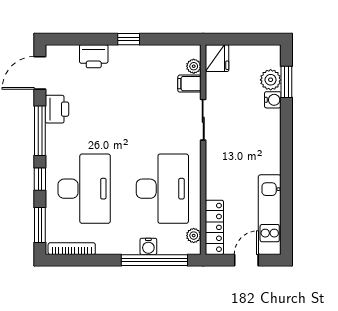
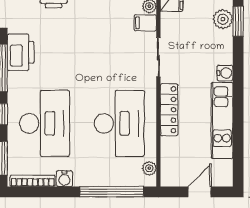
water cooler: (273, 100) -> (225, 73), moved
printer: (57, 109) -> (21, 52), width x1.37, depth x1.19
kitchen unit: (270, 215) -> (222, 121), moved
locker: (214, 227) -> (169, 110), moved
water cooler: (148, 246) -> (64, 179), moved

